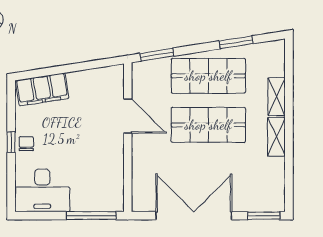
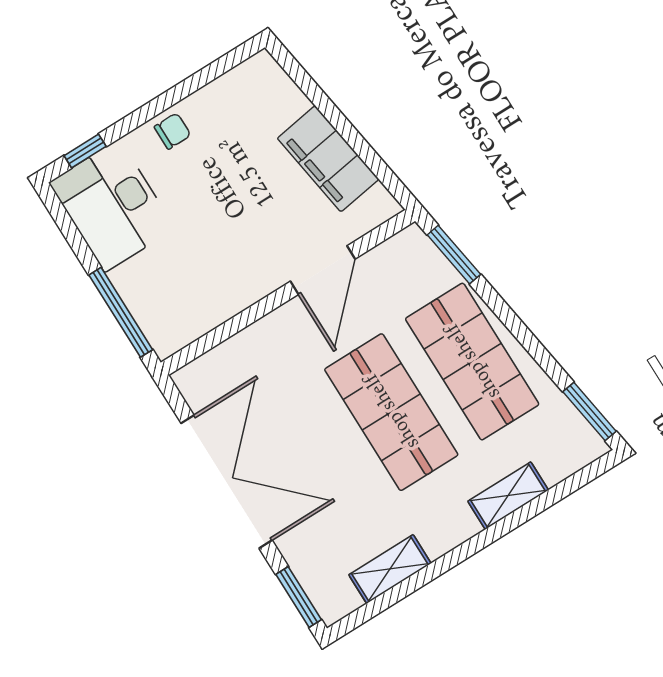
window: (236, 42) -> (590, 412), moved
filing cabinet: (42, 89) -> (328, 159), moved
shelving: (276, 137) -> (390, 569), moved
window: (11, 142) -> (85, 151), moved

